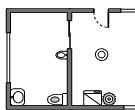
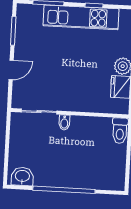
stool: (102, 55) -> (66, 72), removed
washbasin: (17, 97) -> (22, 176), moved

